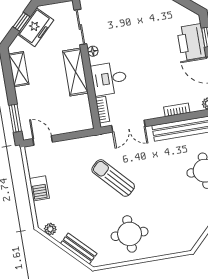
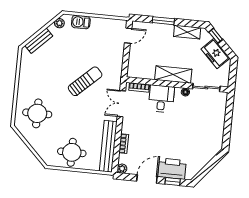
window: (21, 22) -> (216, 36), moved
window: (15, 118) -> (163, 21), moved
barbecue: (39, 188) -> (81, 22), moved
round table: (130, 234) -> (37, 113), moved

